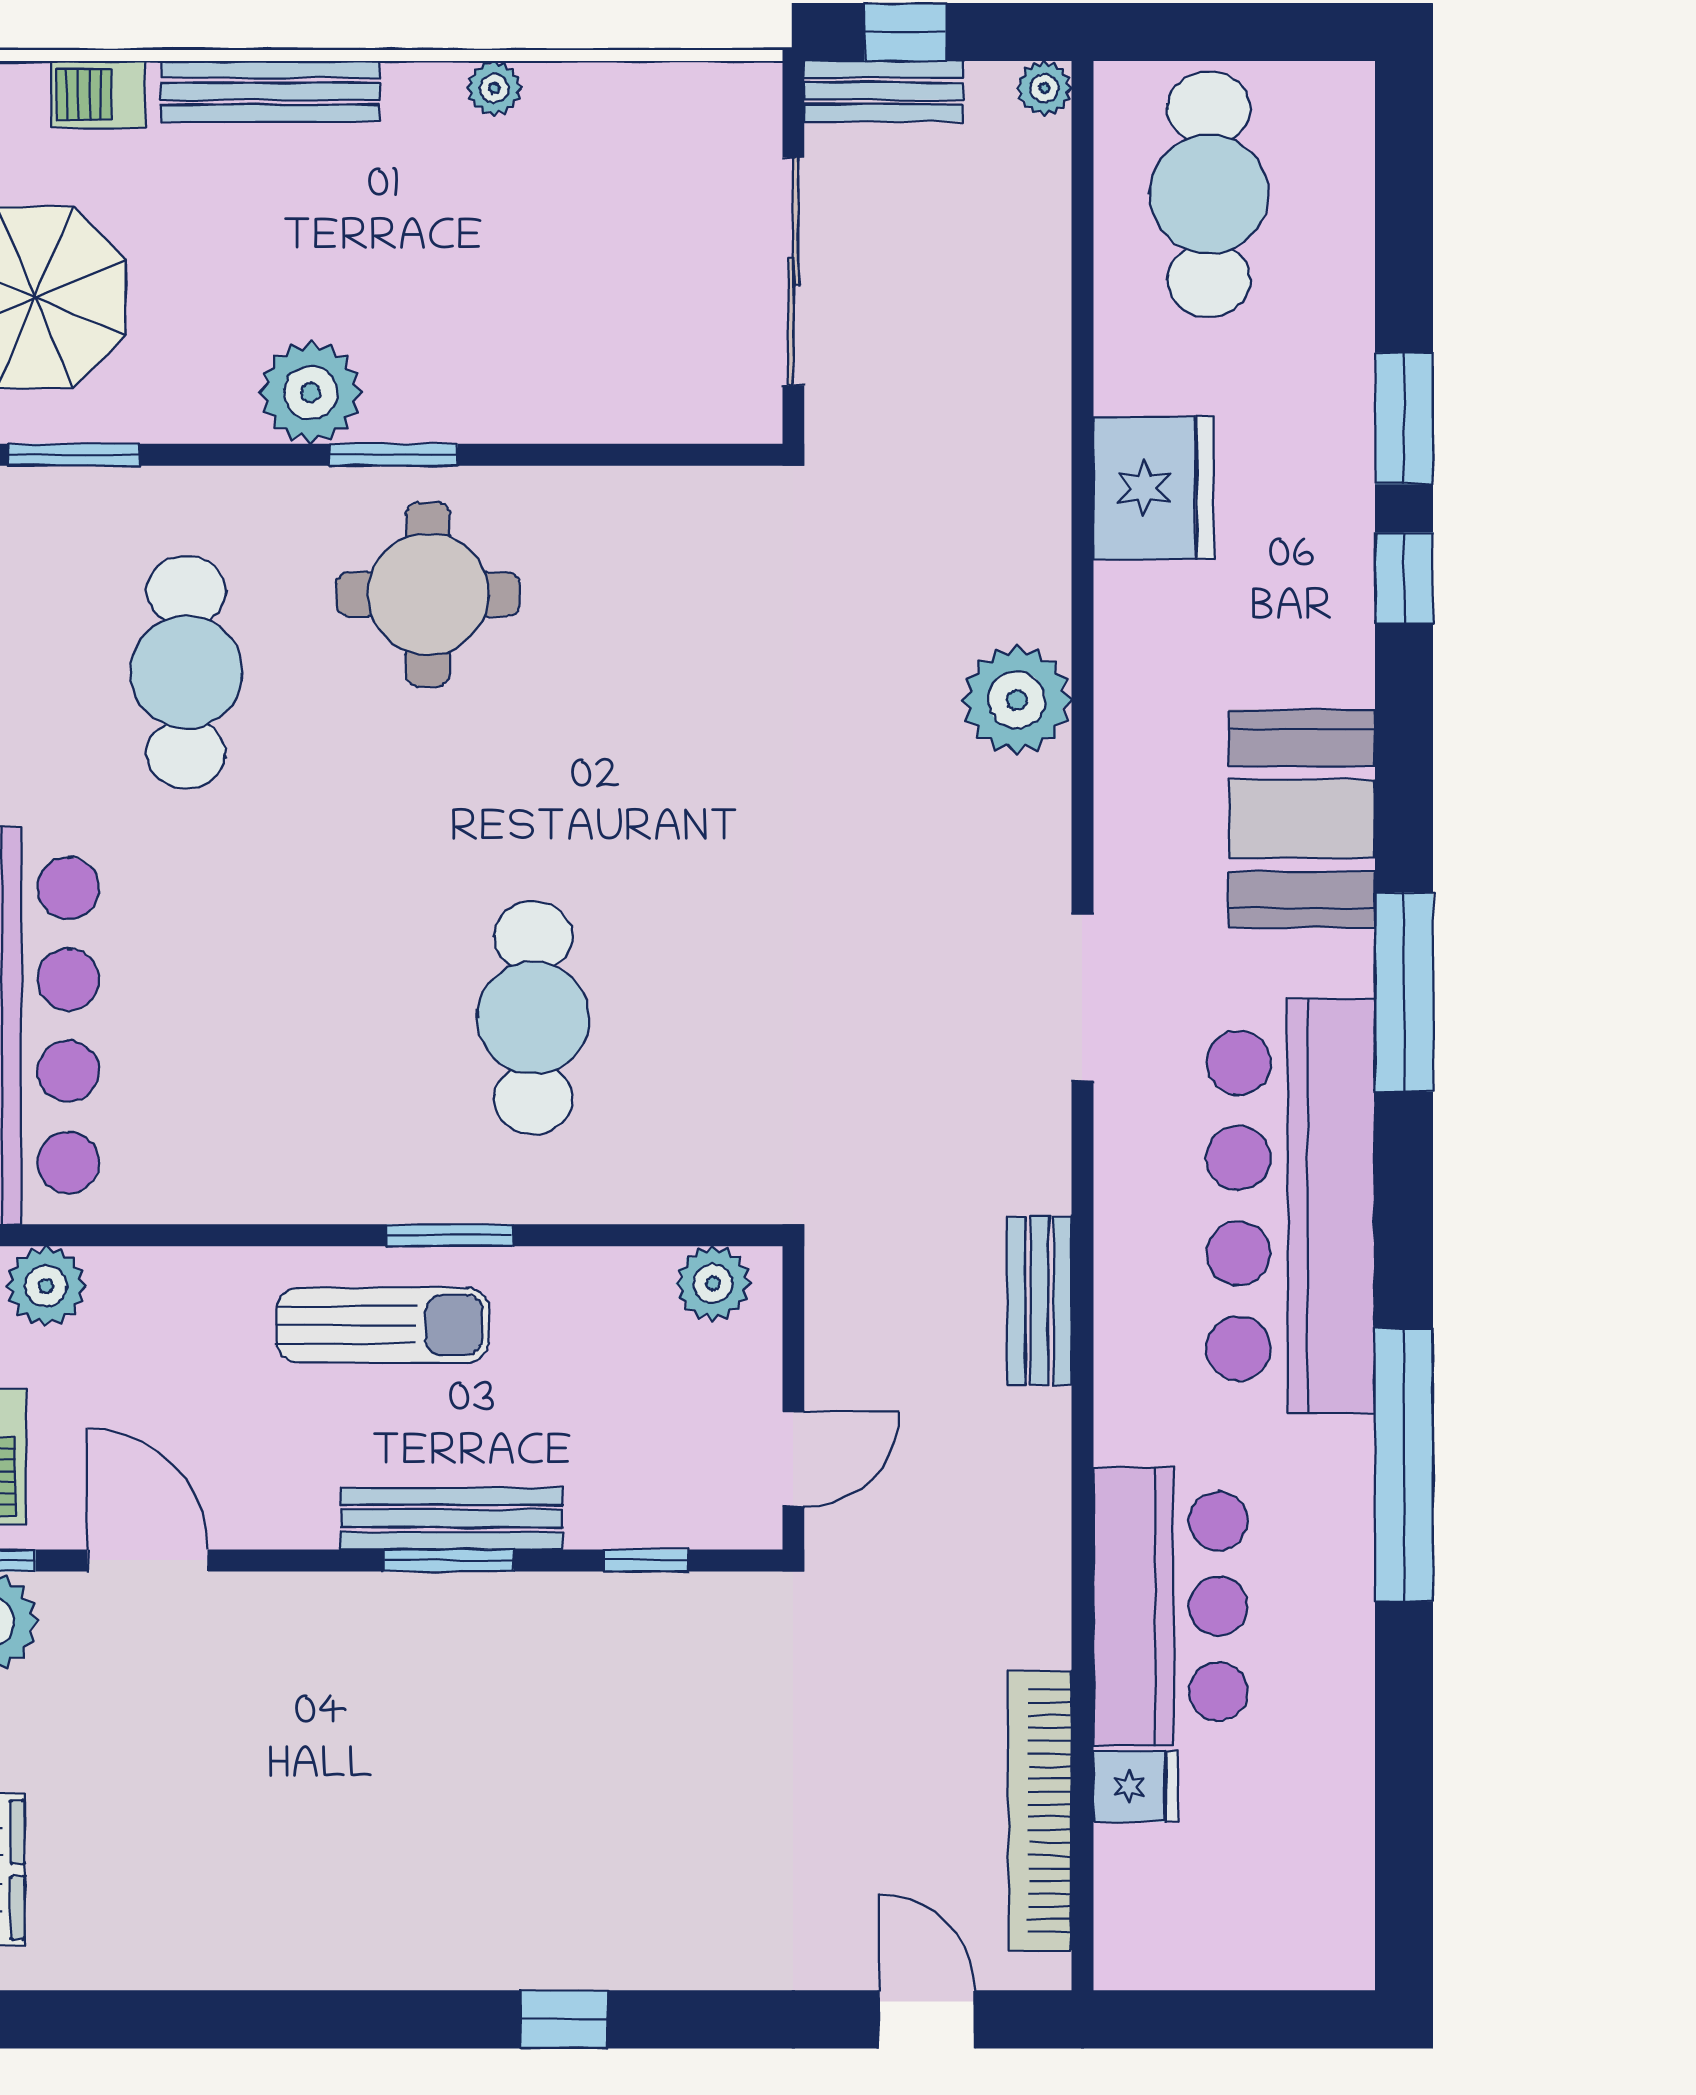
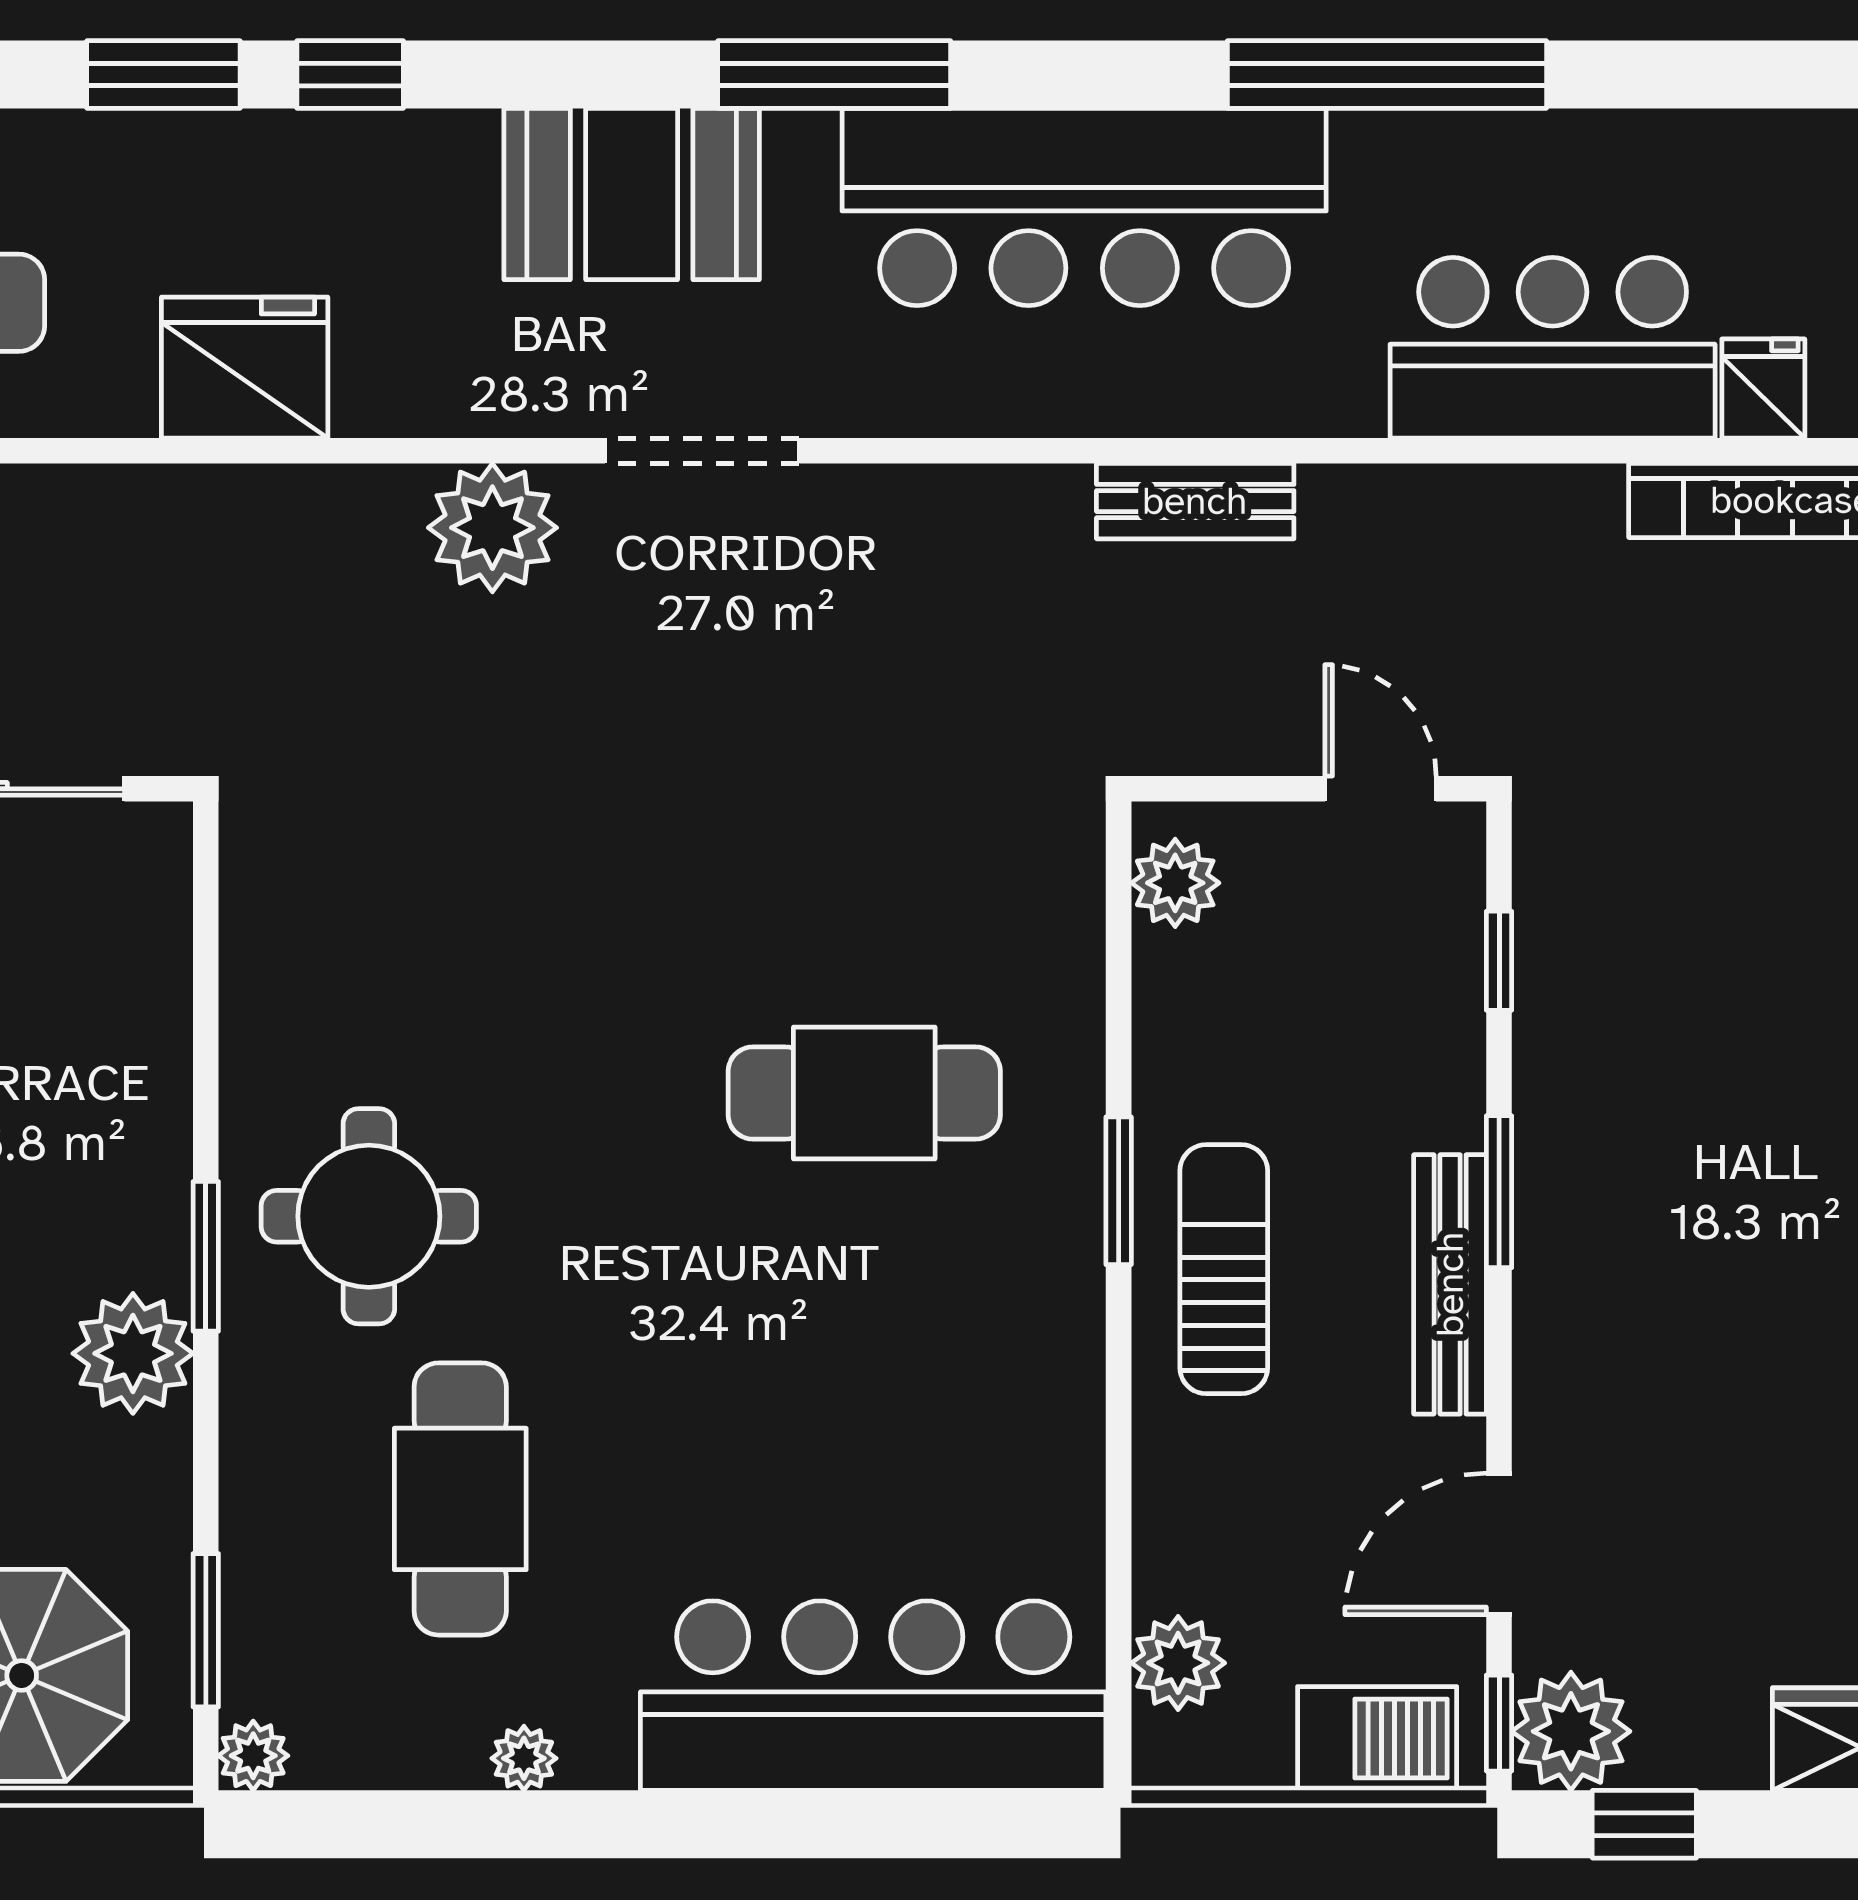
cafe table: (186, 672) -> (460, 1499), turned 90
doorway: (1082, 997) -> (702, 451), moved
bench: (452, 1519) -> (1450, 1284), moved

